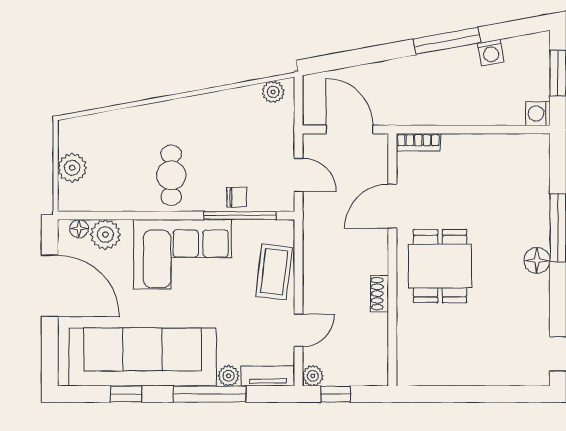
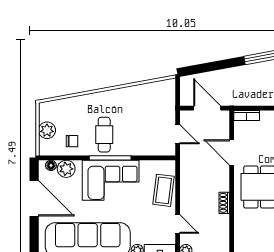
plant: (273, 92) -> (163, 86), removed
chair: (237, 197) -> (72, 141), moved
door: (392, 206) -> (232, 152), hinge flipped
window: (240, 216) -> (110, 158), moved
door: (299, 330) -> (178, 224), hinge flipped

